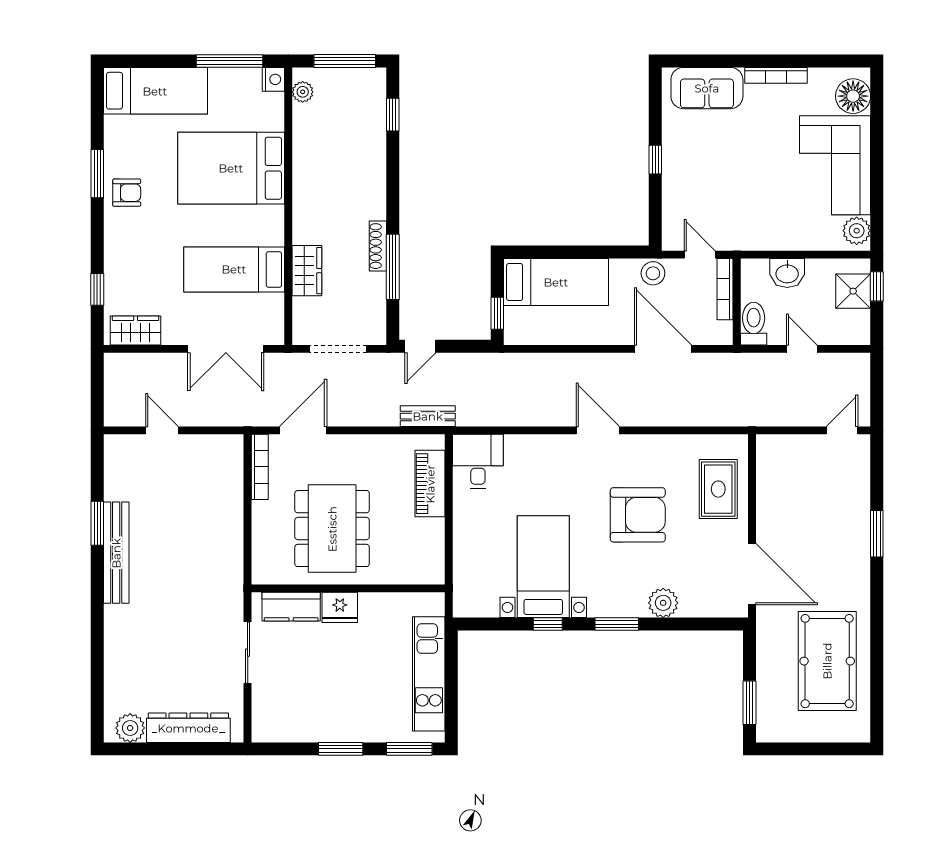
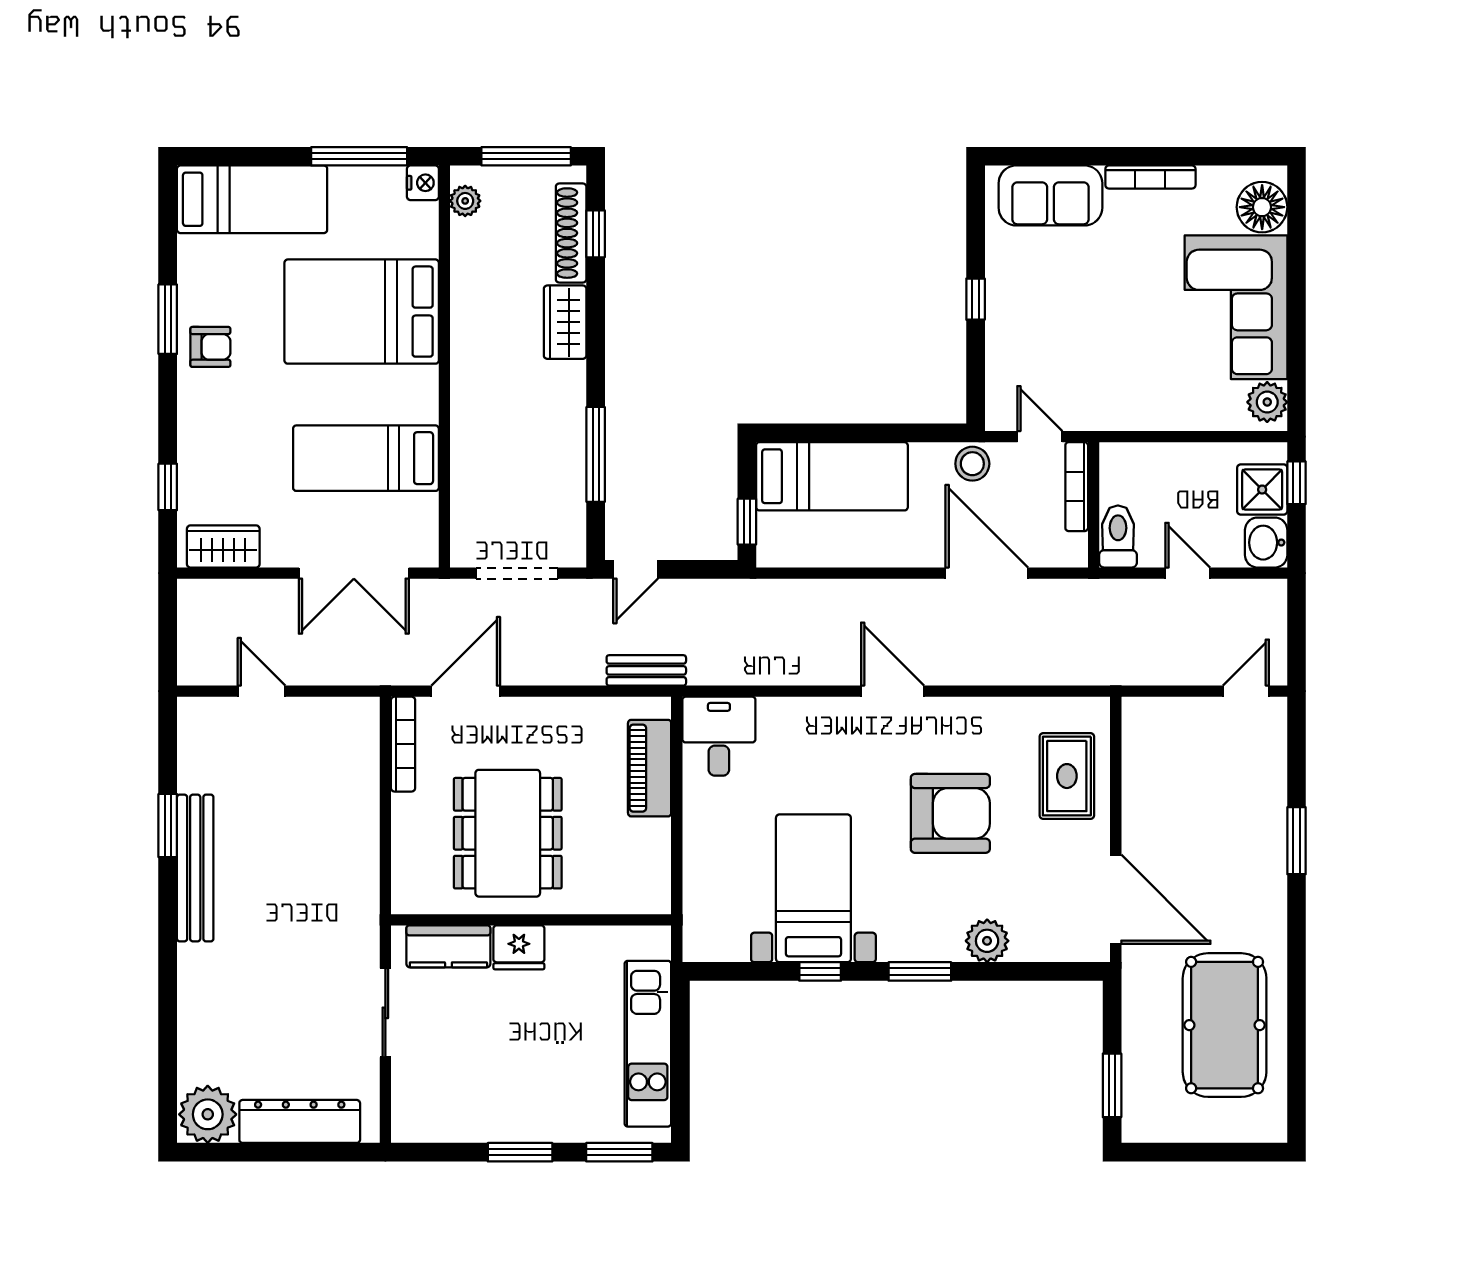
shoe rack: (378, 246) -> (571, 233), moved, width x1.36, depth x1.24
wardrobe: (307, 271) -> (565, 322), moved, turned 180
washbasin: (787, 273) -> (1266, 543), moved, turned 90
plant: (130, 728) -> (208, 1114), width x1.36, depth x1.36

